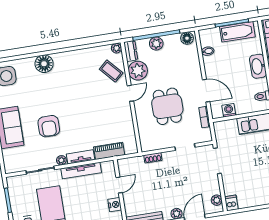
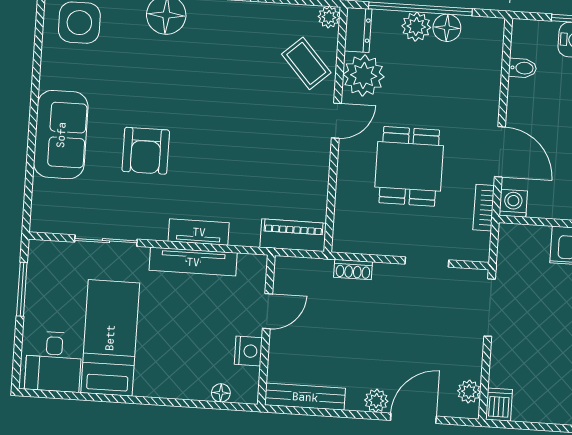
floor lamp: (187, 38) -> (447, 28), moved
washing machine: (229, 110) -> (513, 203), moved
piano: (109, 151) -> (293, 235), moved
plant: (61, 160) -> (156, 230), removed

